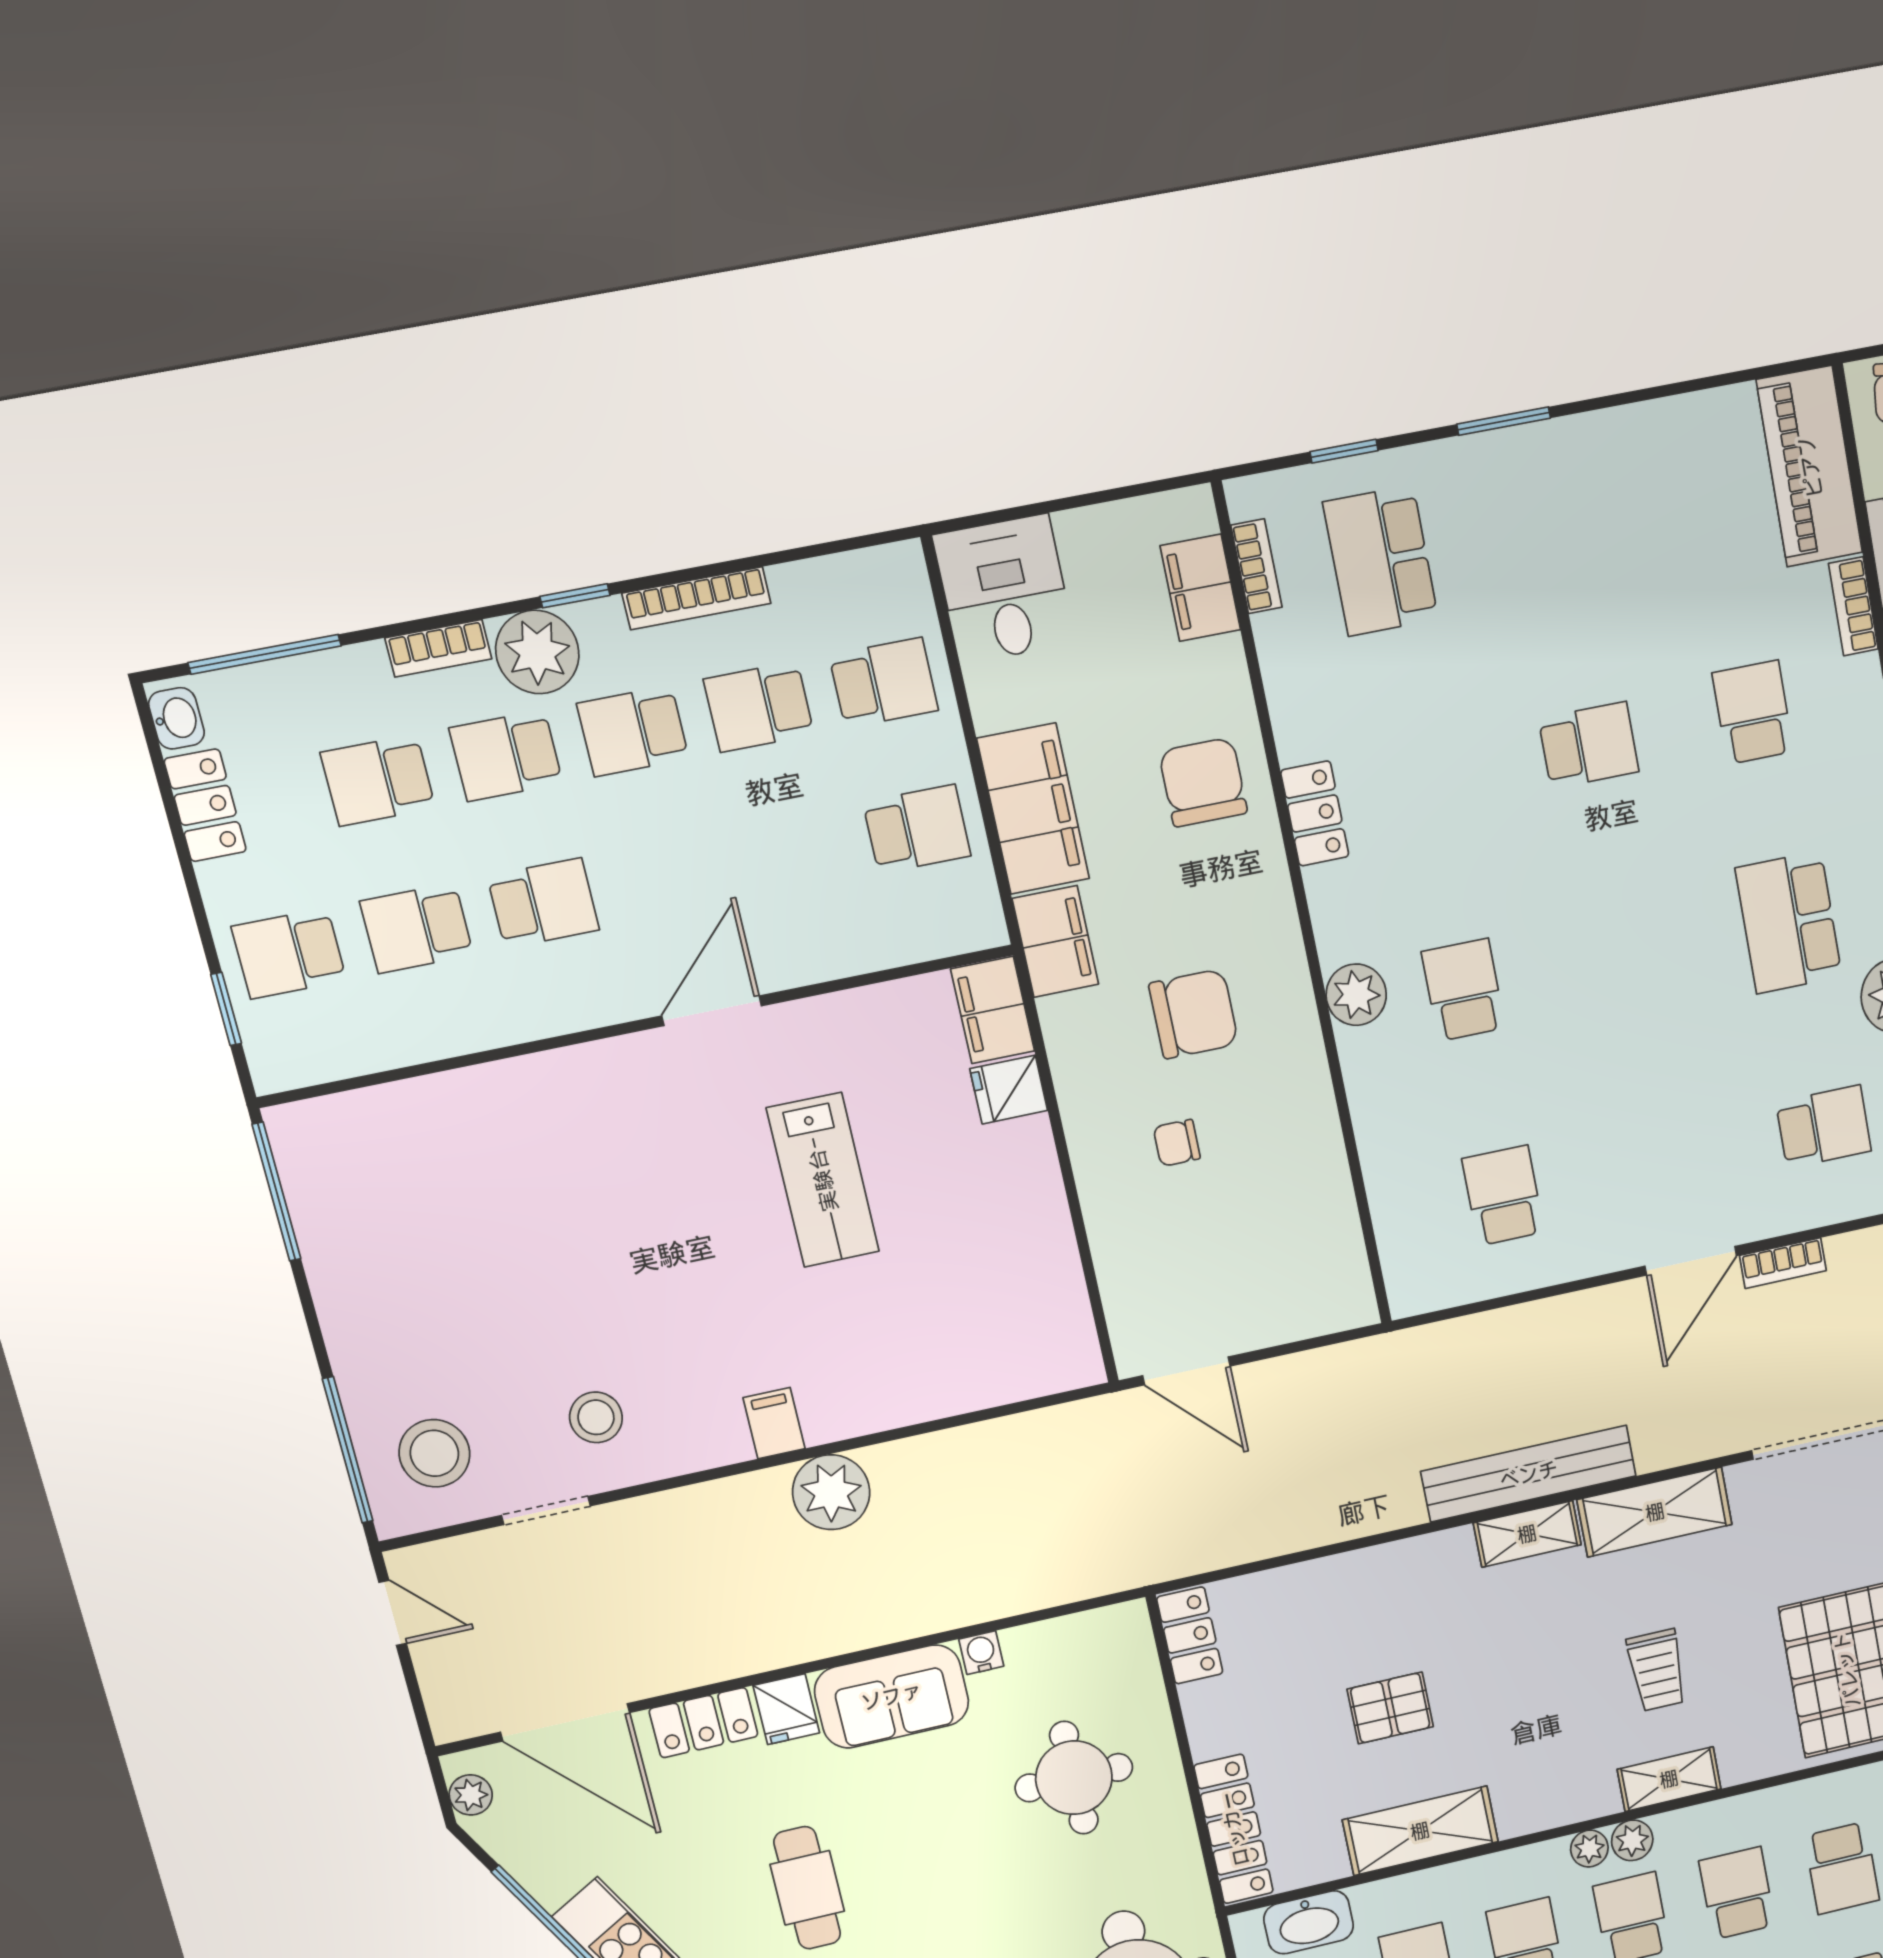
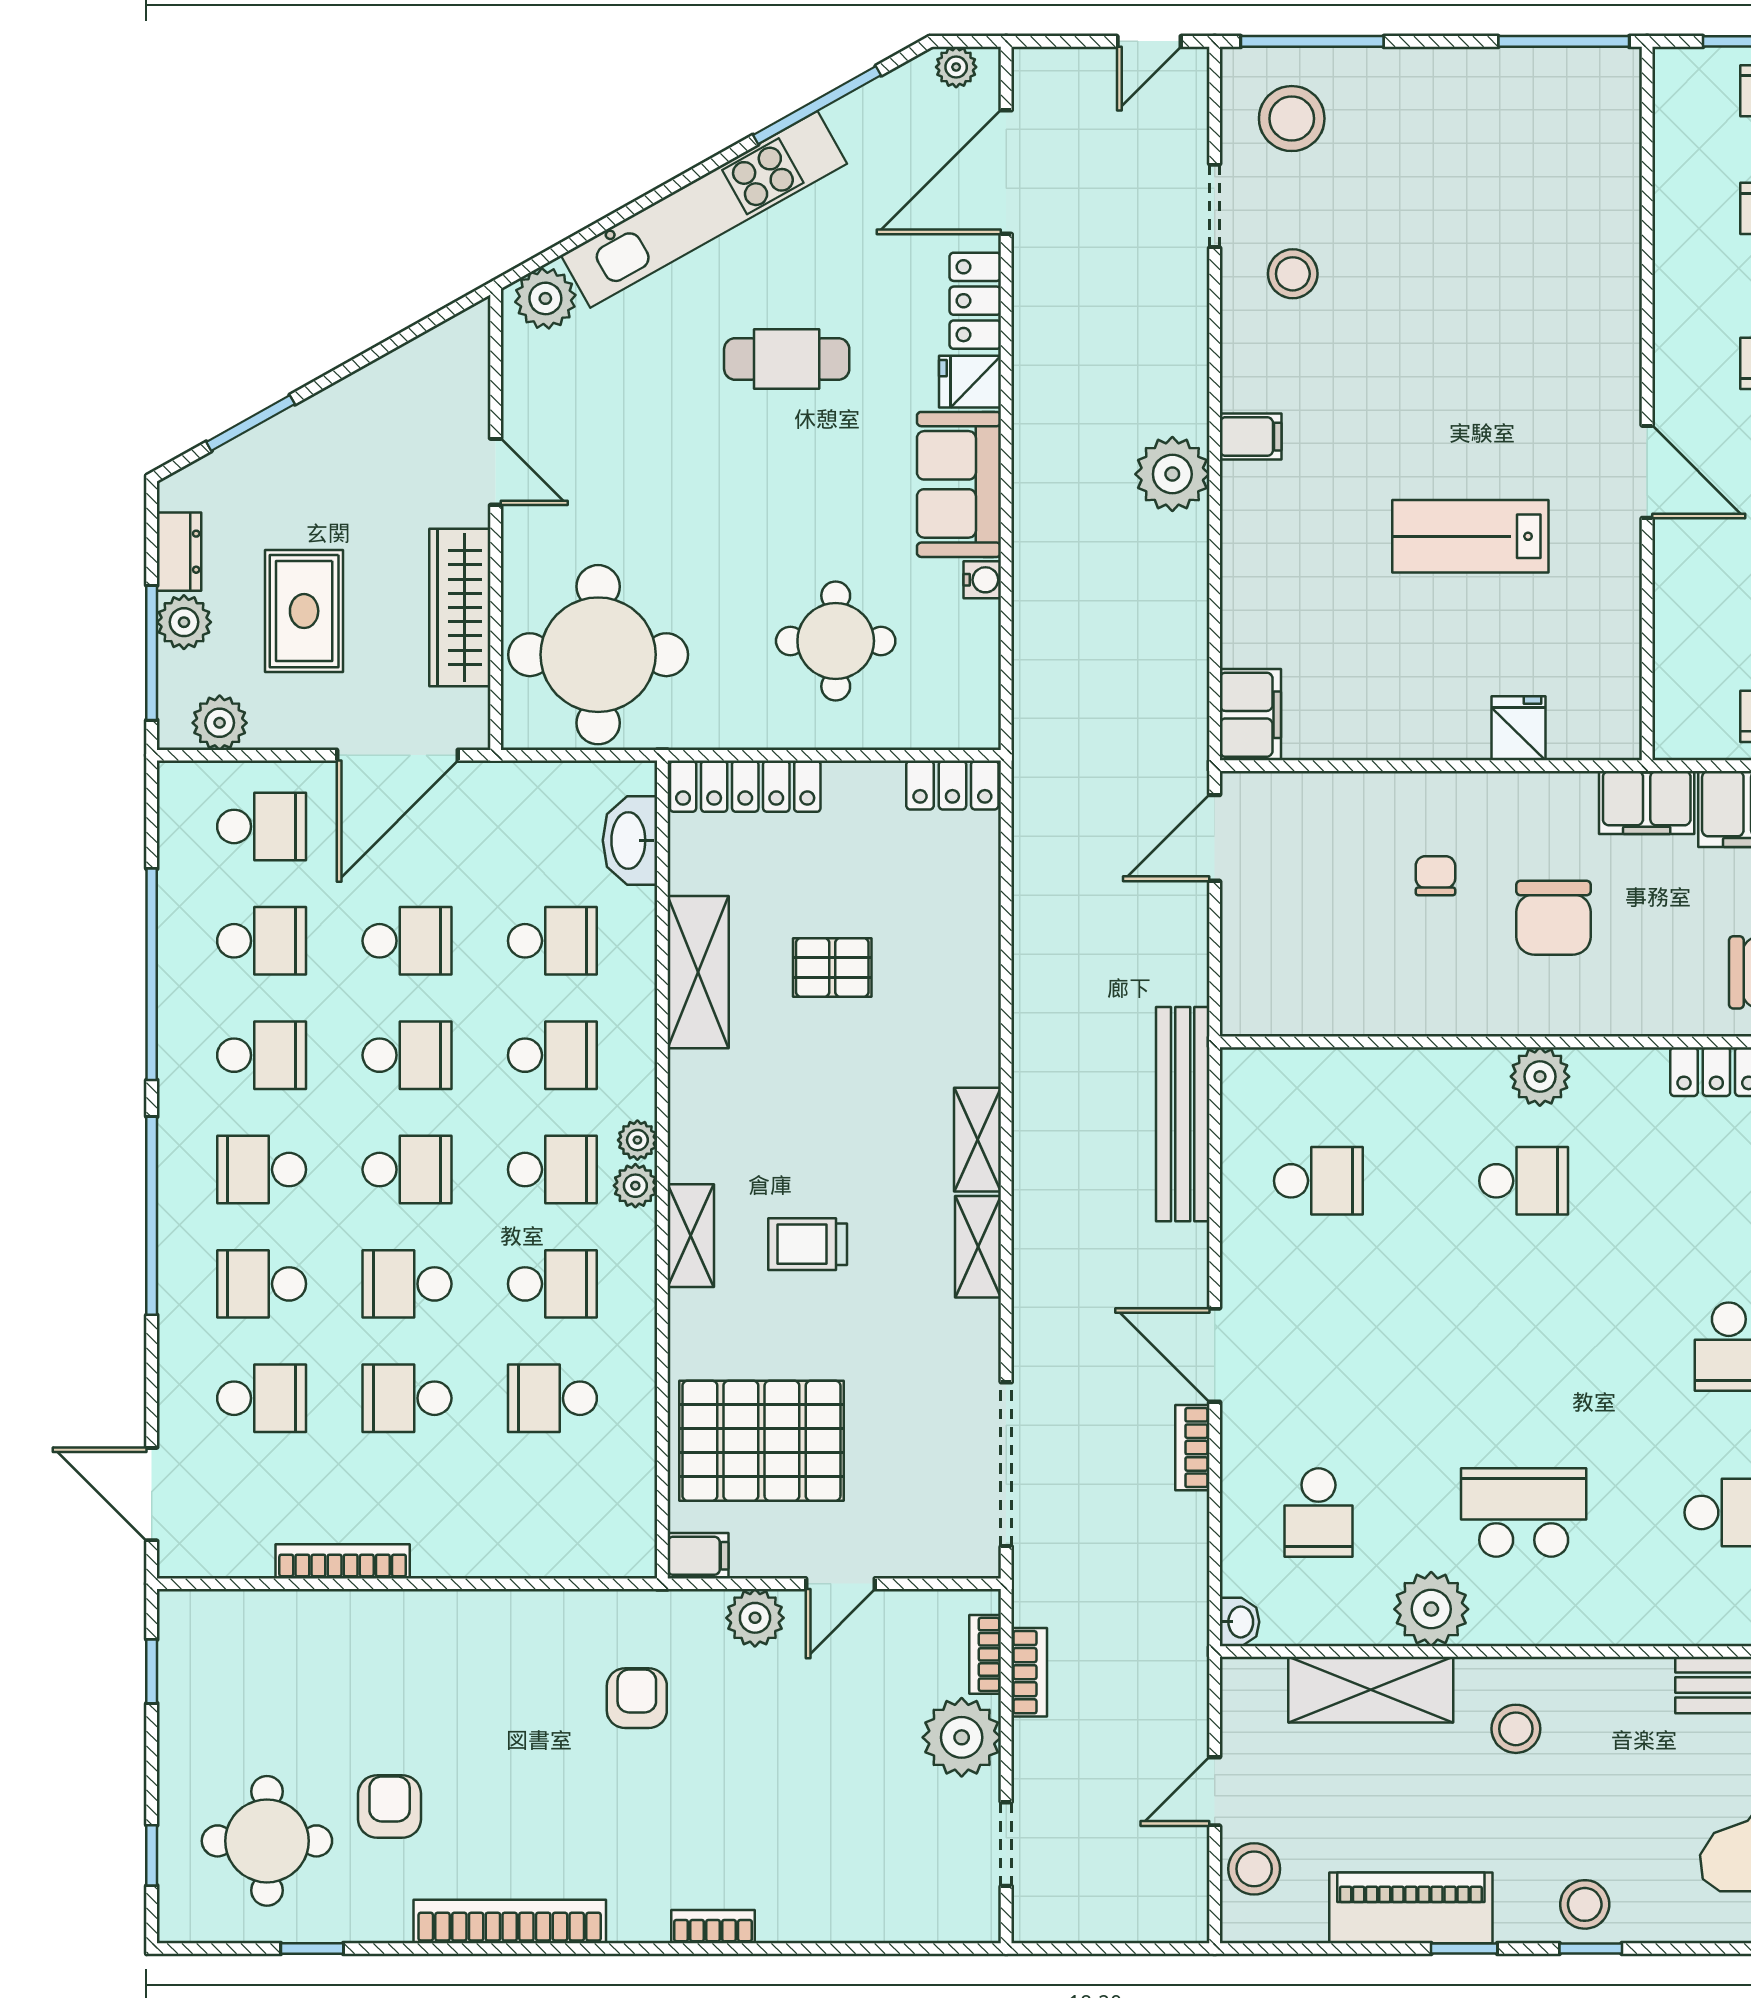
filing cabinet: (993, 1010) -> (1250, 715), moved, turned 90
bench: (1529, 1474) -> (1183, 1114), moved
shelving: (1655, 1512) -> (978, 1247), width x0.67, depth x0.75
pallet: (1390, 1708) -> (832, 967), turned 90

